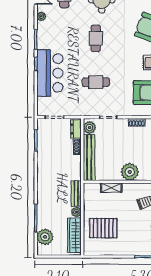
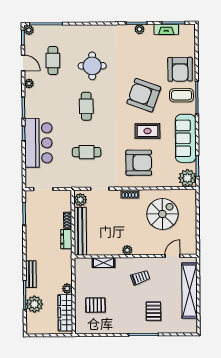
dresser: (76, 129) -> (66, 239), moved
plant: (130, 172) -> (127, 250), width x0.53, depth x0.53
bench: (76, 194) -> (31, 274), moved
pallet: (103, 228) -> (95, 305), width x0.67, depth x0.71
plant: (45, 237) -> (34, 304), moved

